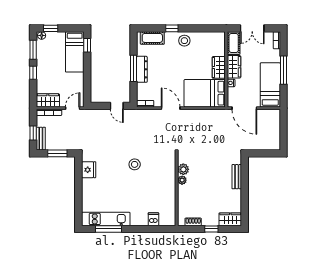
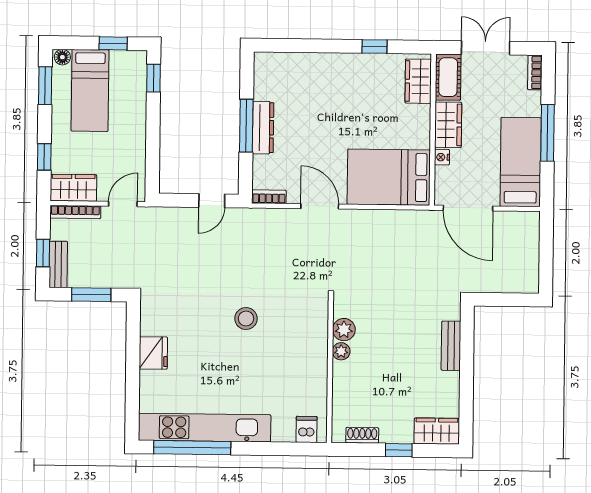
window: (51, 28) -> (113, 43), moved
window: (172, 28) -> (374, 47), moved
double door: (252, 28) -> (486, 48), swing flipped
cot: (152, 38) -> (285, 65), removed
stool: (184, 41) -> (349, 71), removed
bed: (75, 52) -> (90, 90), moved
wardrobe: (219, 67) -> (418, 81), moved
window: (33, 73) -> (44, 157), moved
door: (117, 106) -> (212, 201), hinge flipped
fridge: (89, 170) -> (153, 353), moved
kitchen unit: (106, 219) -> (205, 428), width x1.36
dishwasher: (153, 219) -> (307, 429), moved
window: (109, 229) -> (192, 448), width x1.46

